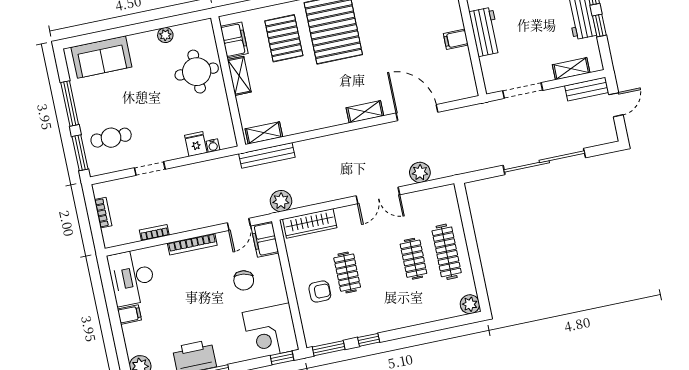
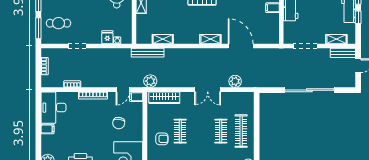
shelving: (264, 133) -> (163, 39), moved
filing cabinet: (265, 239) -> (136, 97), width x0.50

